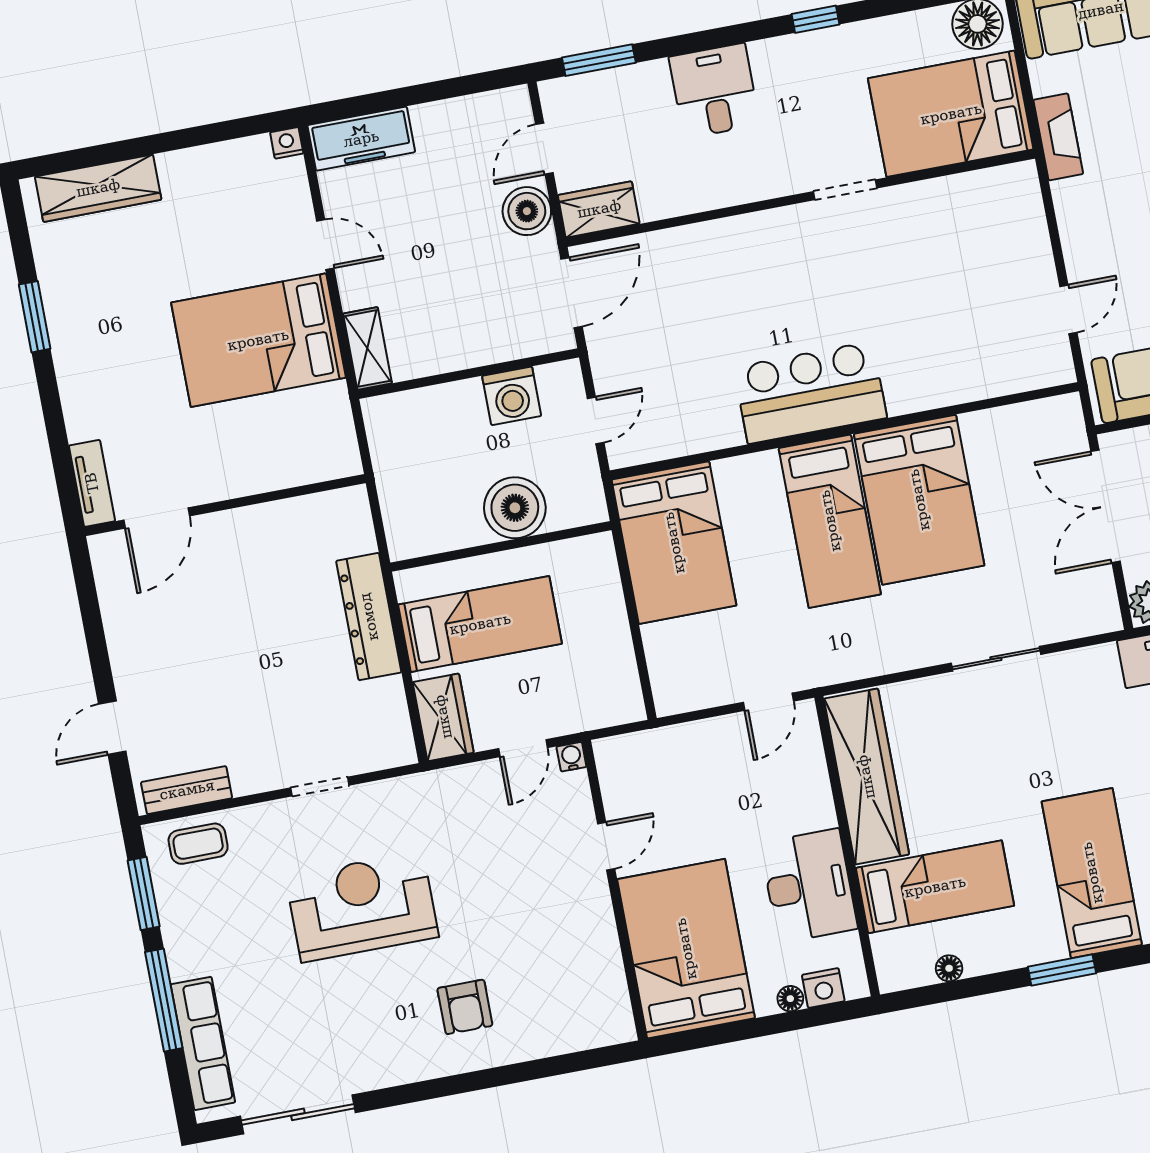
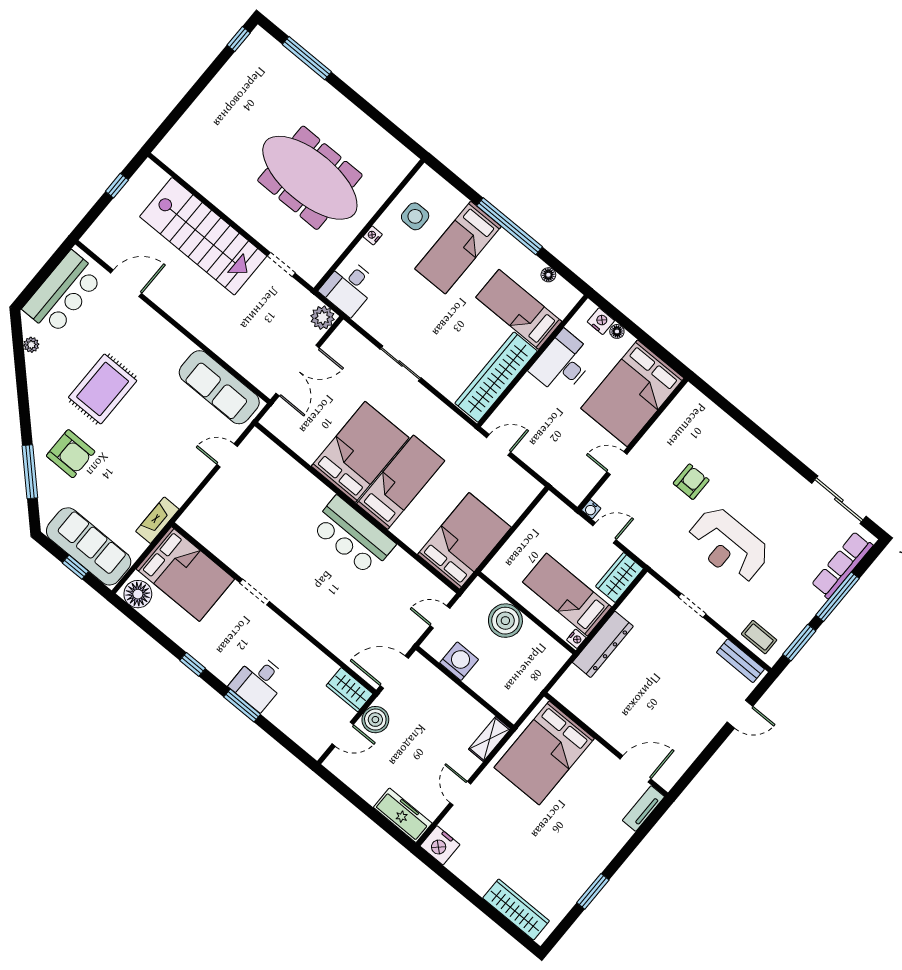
window: (599, 60) -> (242, 706), moved
nightstand: (287, 143) -> (440, 845), width x1.89, depth x1.79
bed: (258, 340) -> (544, 753), moved, turned 90
nightstand: (407, 586) -> (576, 639), added
window: (1062, 970) -> (510, 226), width x2.11
armchair: (465, 1007) -> (691, 482), moved

